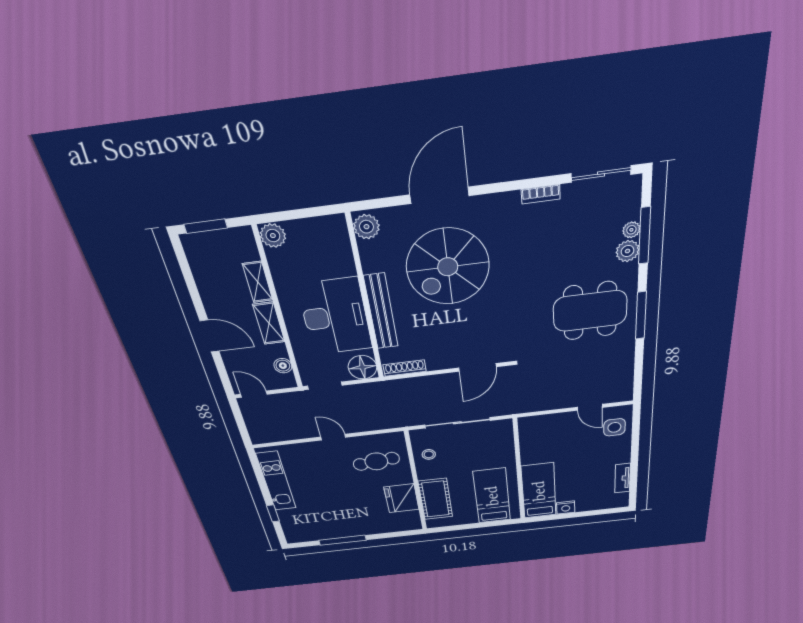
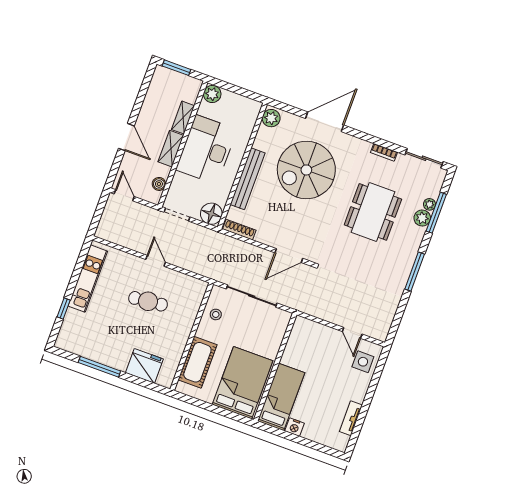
dining table: (590, 311) -> (373, 212), moved, turned 90
desk: (335, 317) -> (206, 150), moved, turned 180
cafe table: (376, 461) -> (148, 301), moved
bed: (492, 496) -> (243, 383), width x1.50
fridge: (401, 498) -> (144, 366), moved, turned 90

